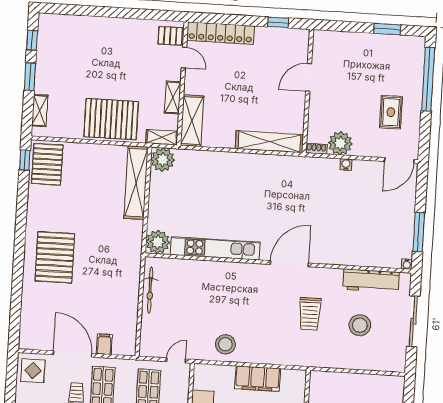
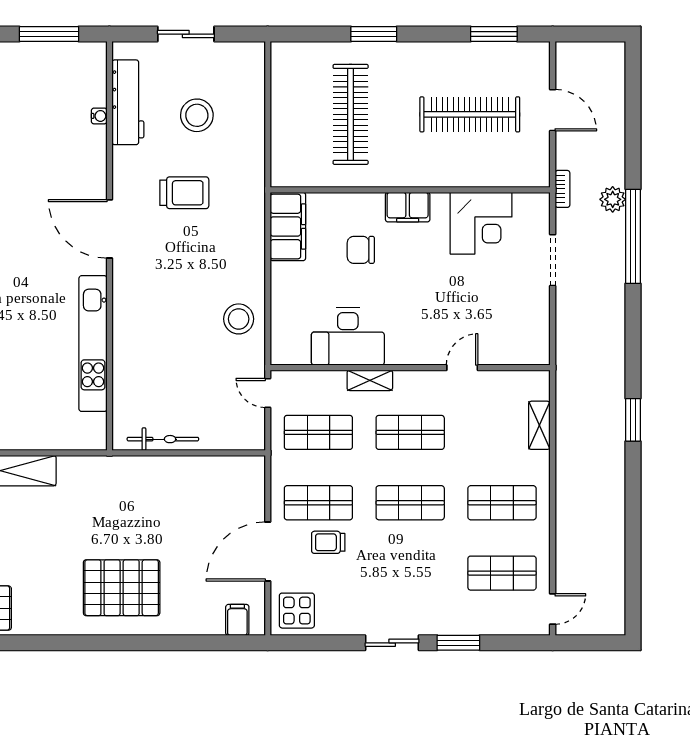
plant: (158, 242) -> (89, 432), removed
water cooler: (407, 264) -> (99, 116), moved
sliding door: (413, 321) -> (186, 34), width x0.73
filing cabinet: (104, 344) -> (237, 620), moved, turned 90
filing cabinet: (258, 379) -> (288, 226), moved

